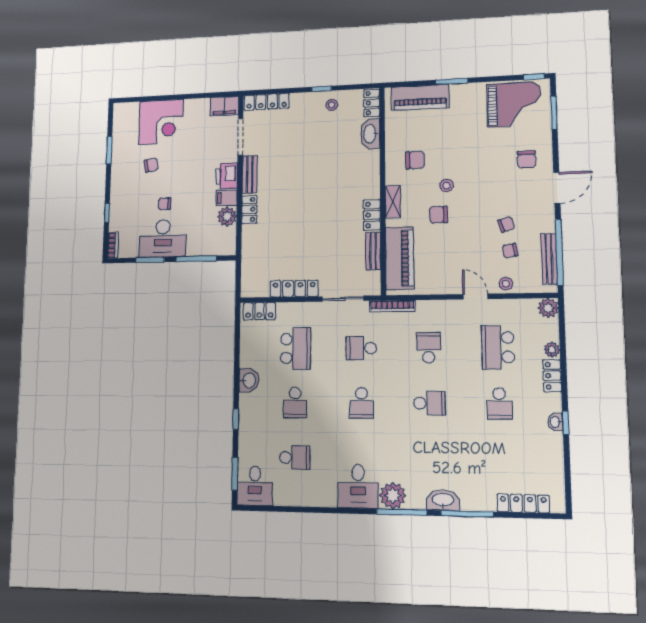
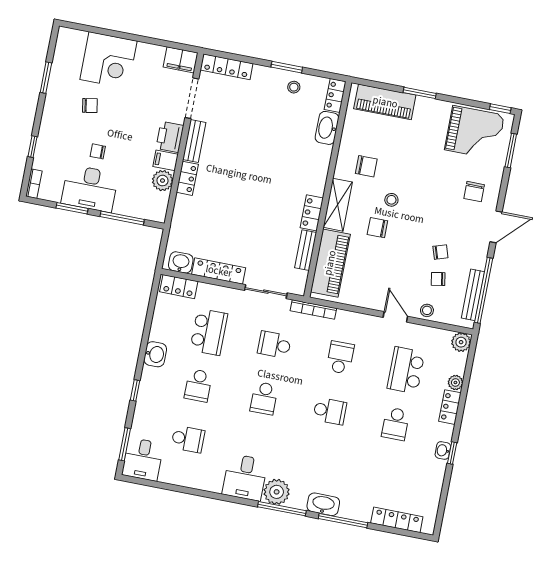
window: (322, 89) -> (287, 67), width x1.50
shelving: (393, 202) -> (338, 205), width x1.50, depth x1.33
washbasin: (257, 288) -> (181, 262), added

